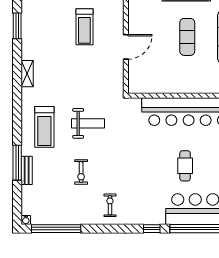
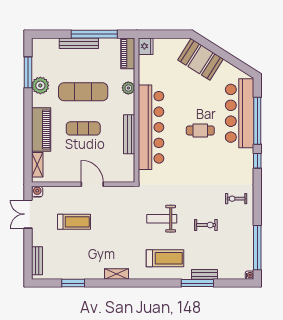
bench: (181, 88) -> (129, 134), added
weight bench: (88, 123) -> (162, 219), turned -90

